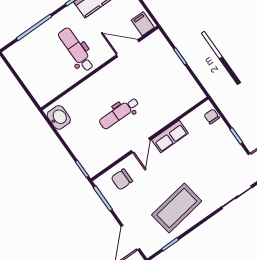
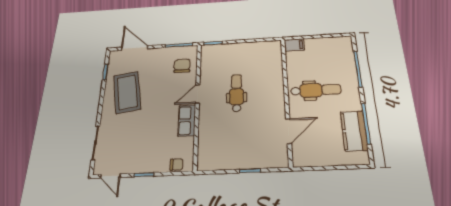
filing cabinet: (143, 24) -> (294, 45), moved
washbasin: (59, 117) -> (267, 48), removed
door: (141, 145) -> (198, 94), hinge flipped

